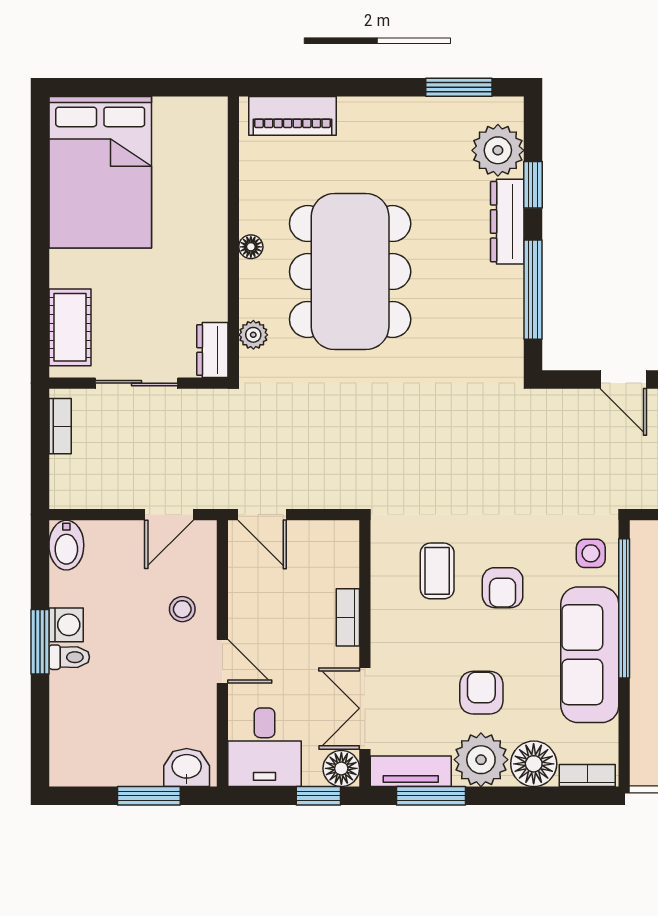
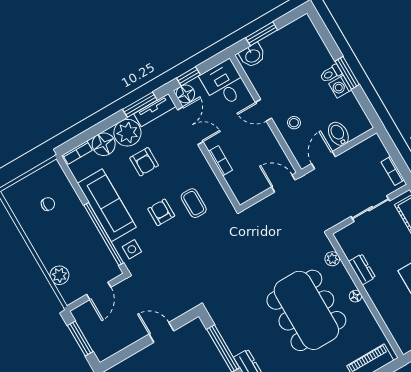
dresser: (212, 350) -> (362, 269), moved
bidet: (66, 545) -> (338, 134), moved

